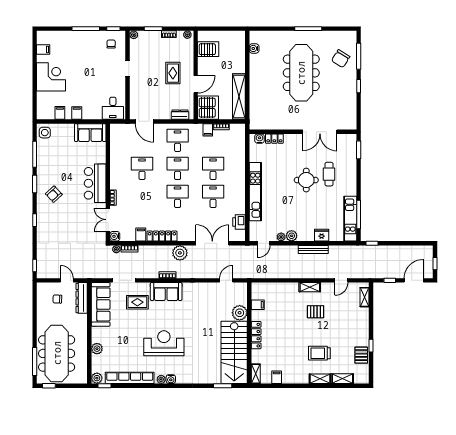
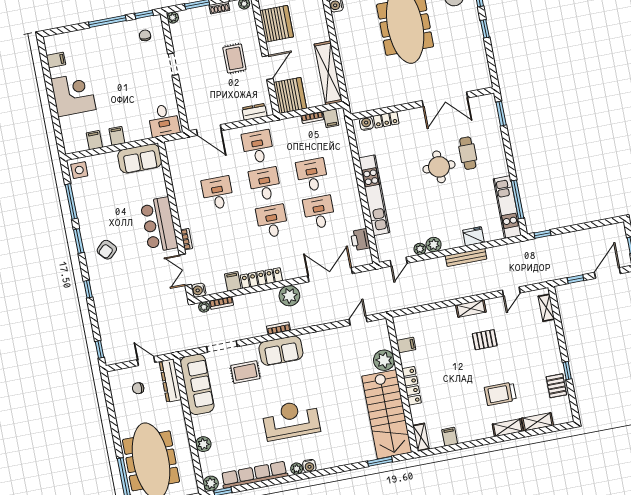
server rack: (208, 49) -> (276, 24), width x1.60
filing cabinet: (208, 130) -> (331, 118), moved

